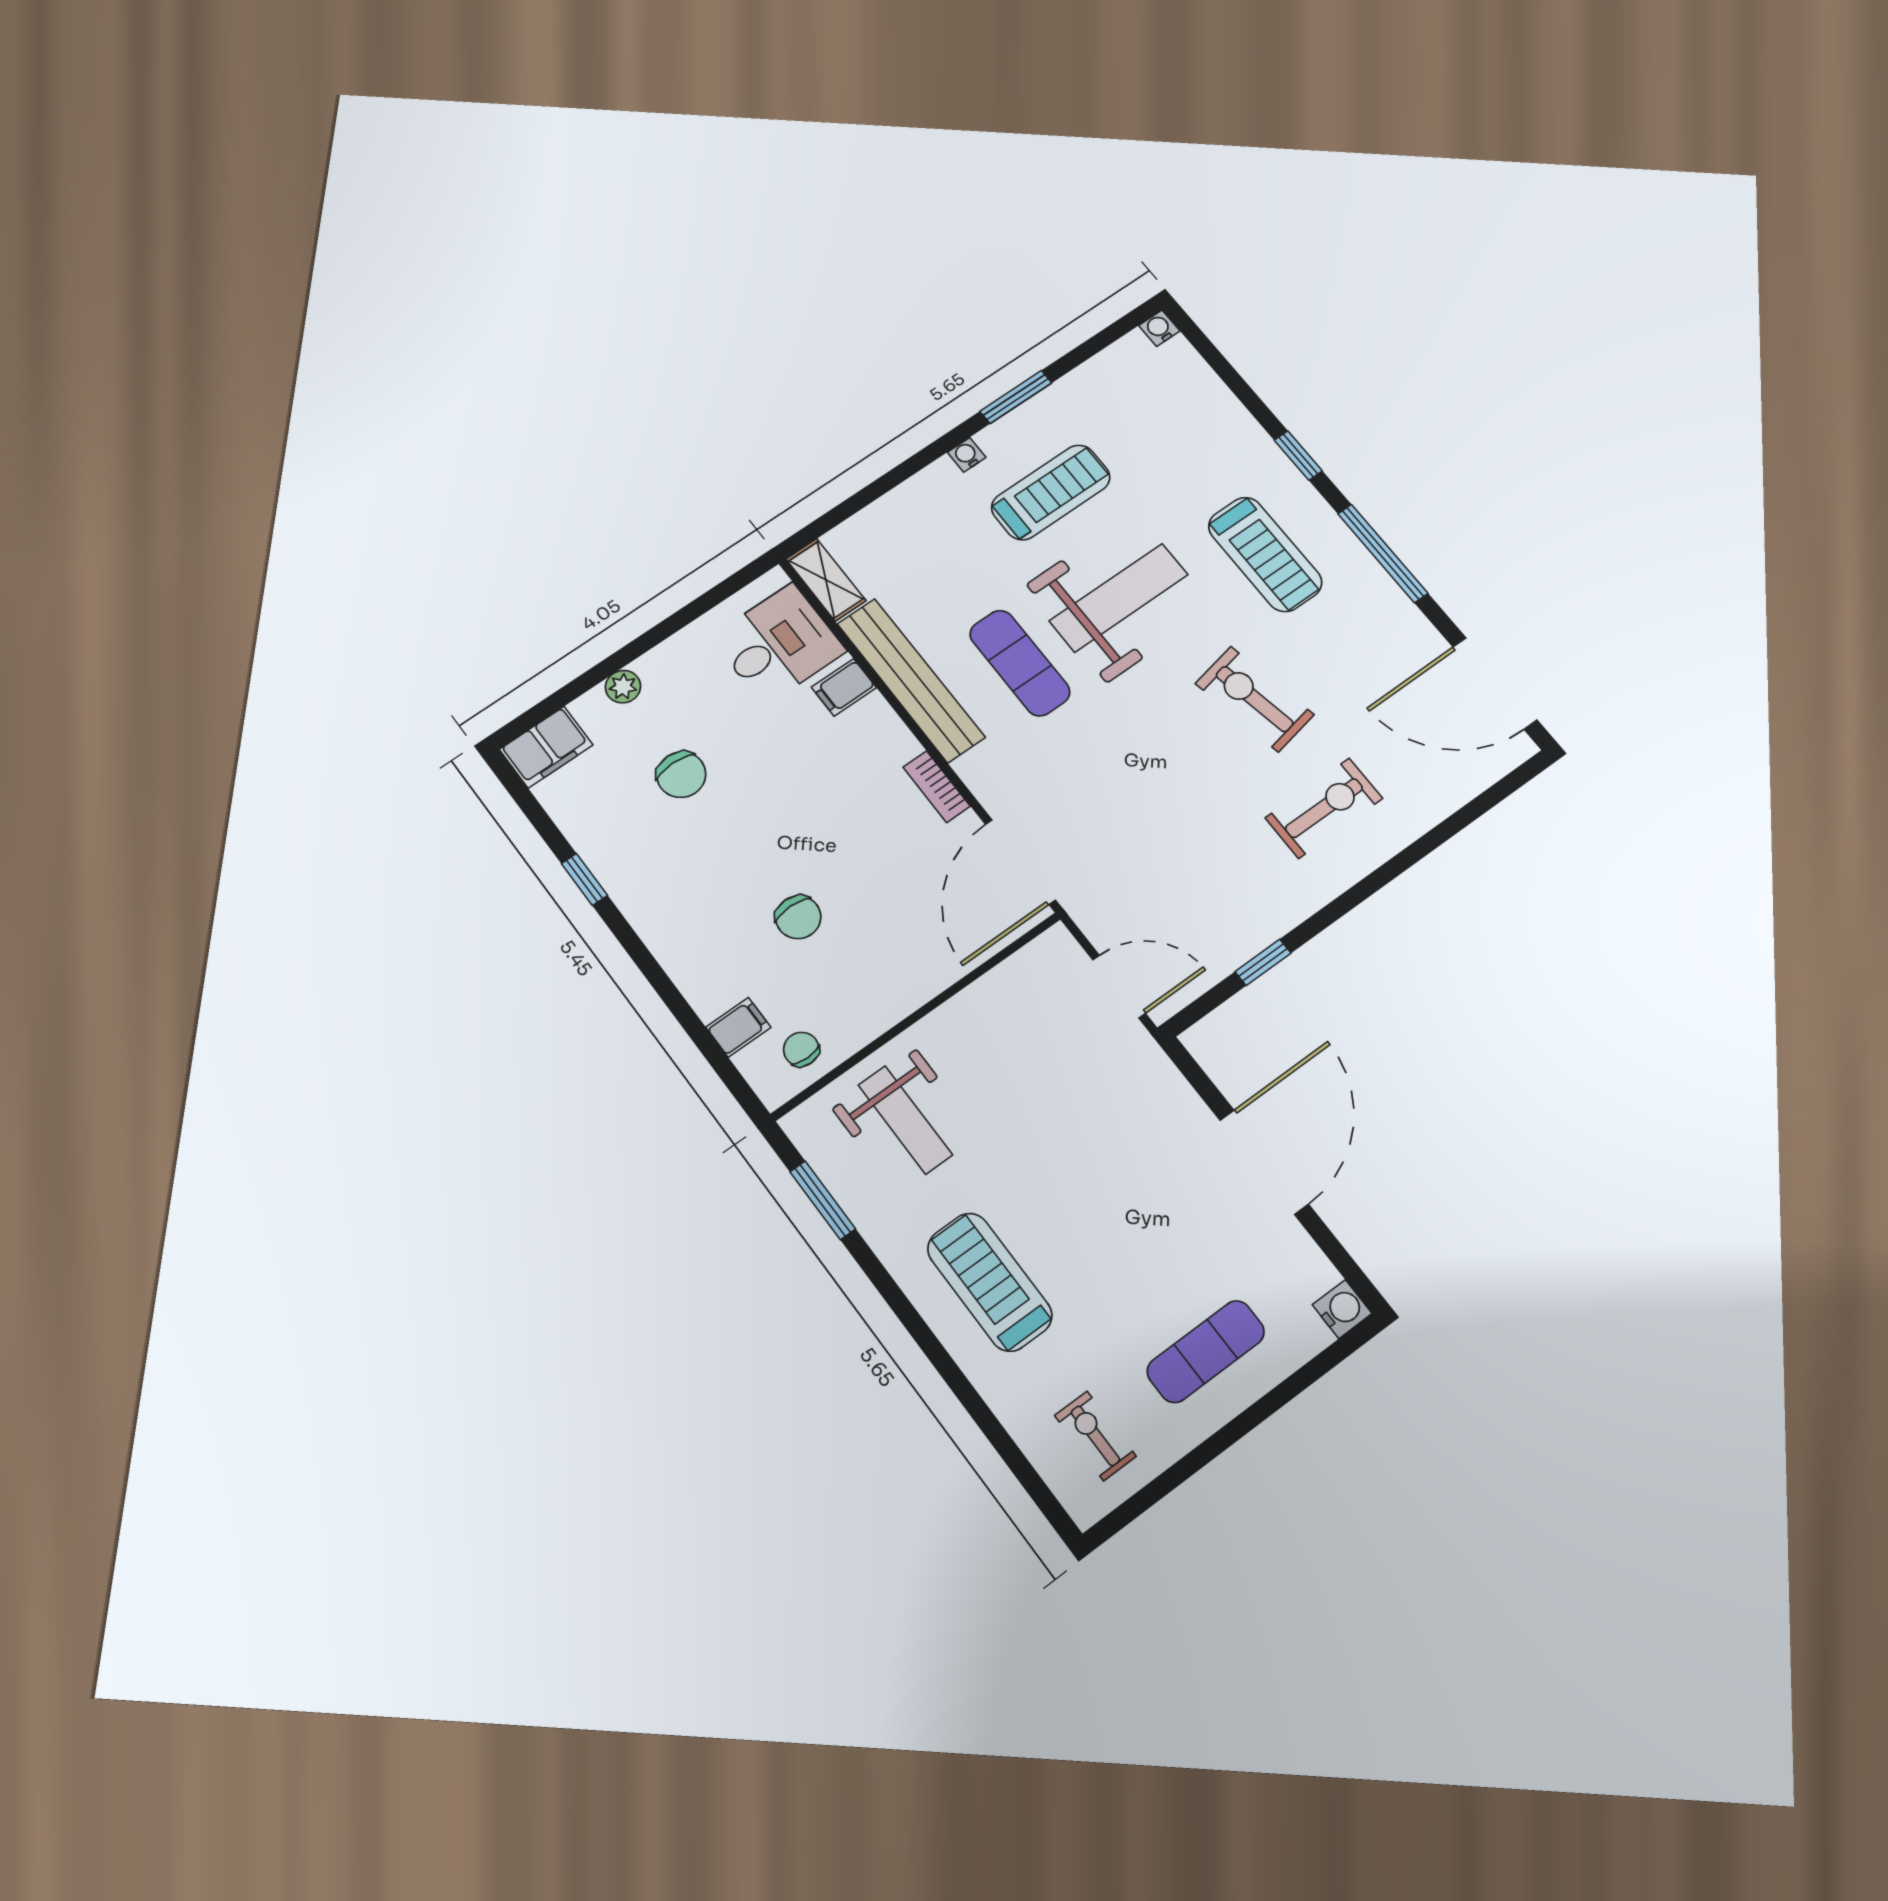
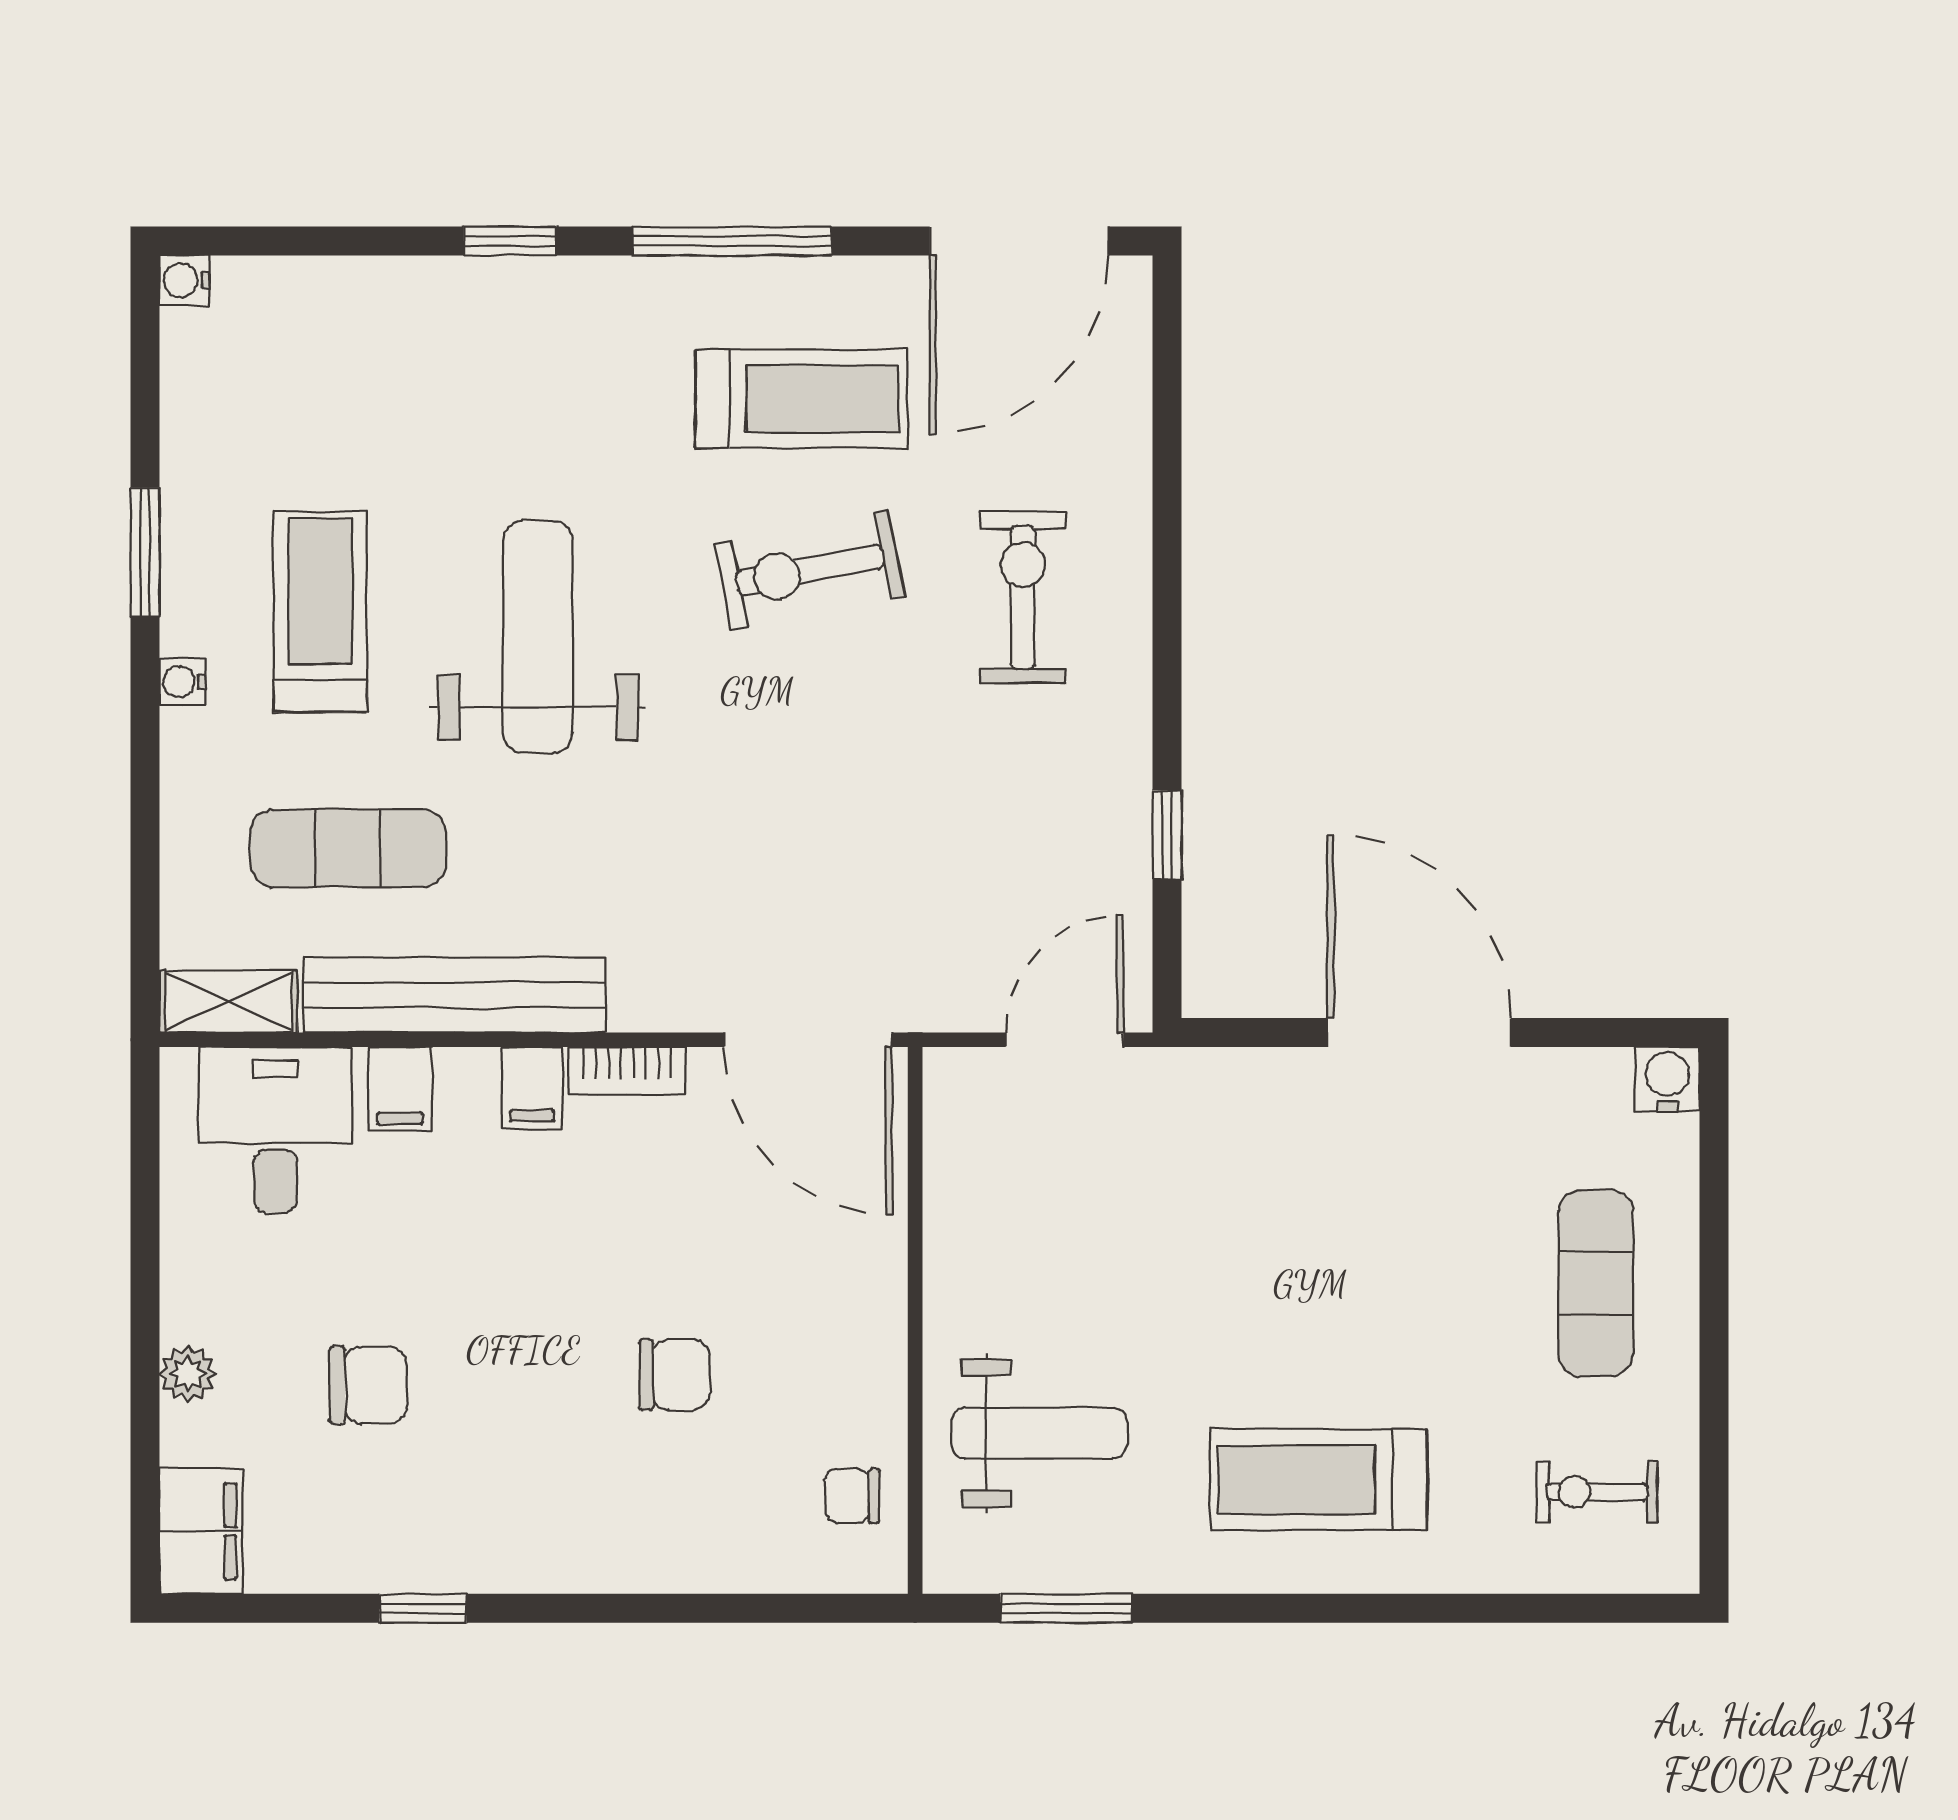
treadmill: (1265, 554) -> (801, 399), moved
exercise mat: (1020, 663) -> (348, 848), moved
filing cabinet: (738, 1027) -> (532, 1087), moved, turned 180

